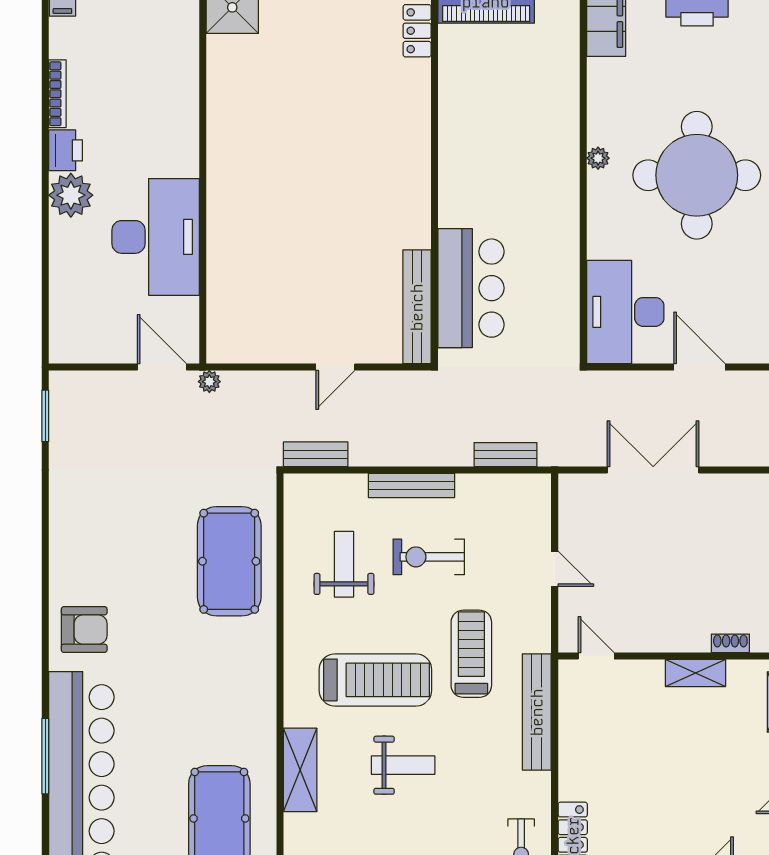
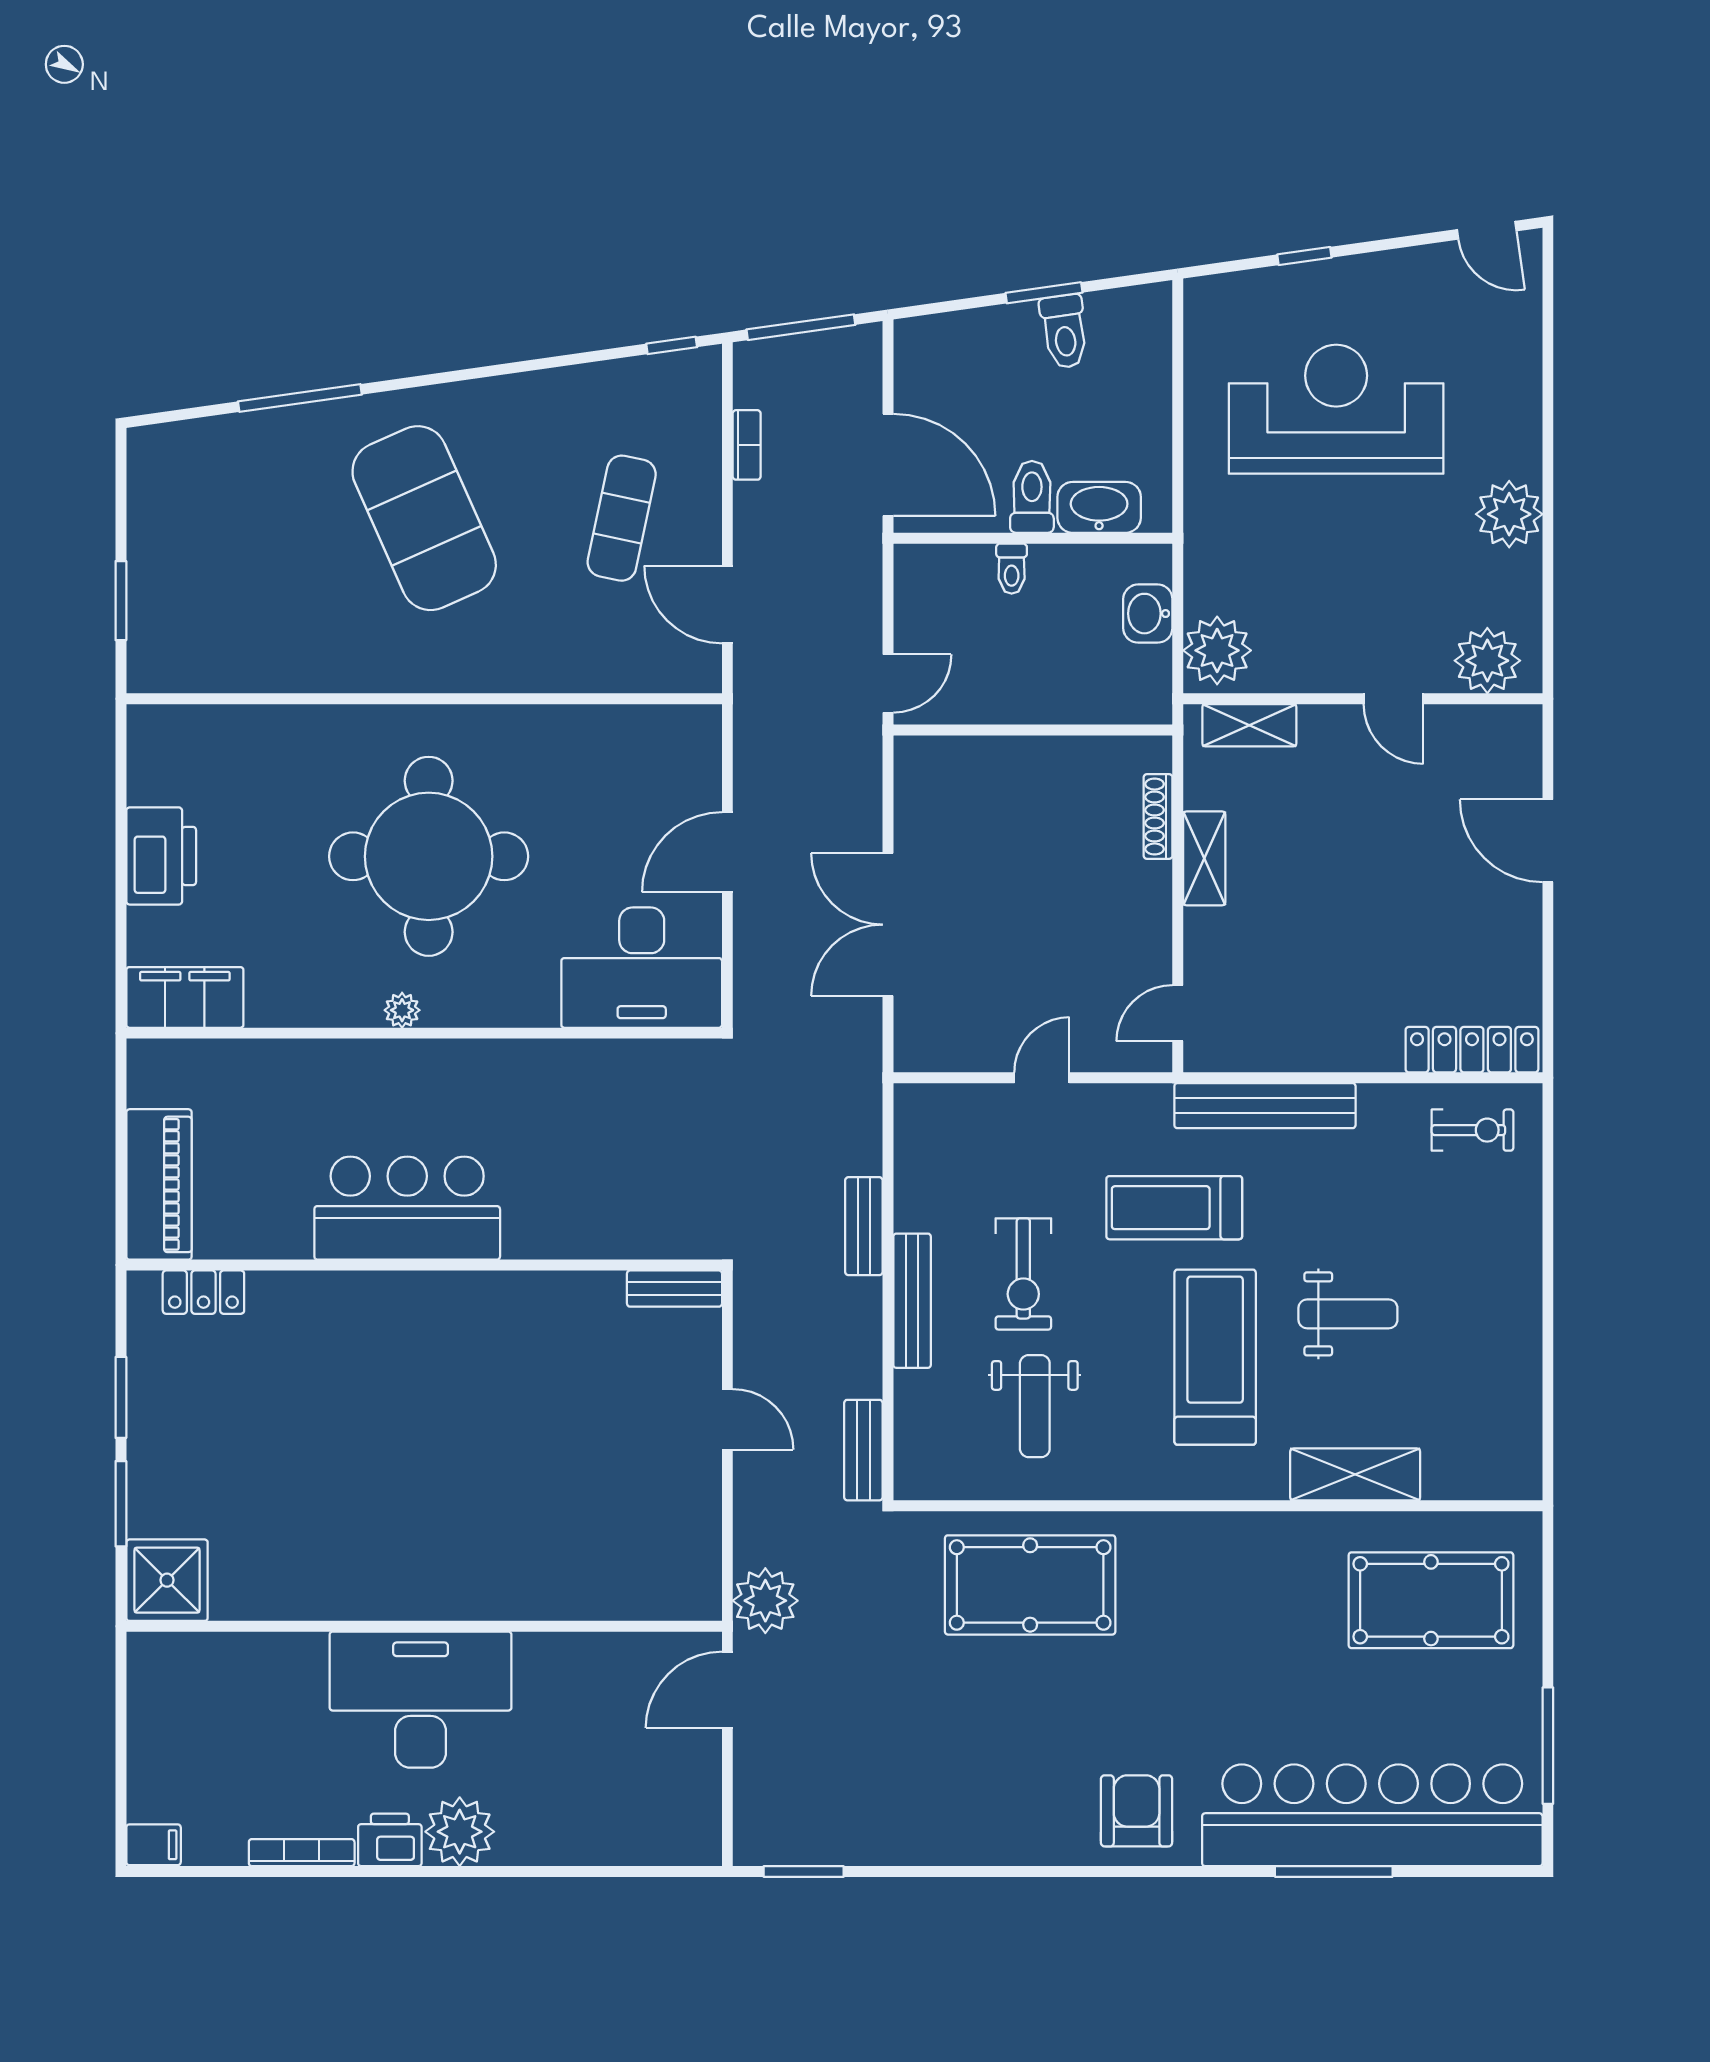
desk: (156, 237) -> (421, 1700), moved
bar counter: (471, 288) -> (407, 1208), moved
bench: (417, 307) -> (675, 1289), width x0.54, depth x0.82
plant: (209, 382) -> (765, 1601), width x1.88, depth x1.88
bench: (506, 455) -> (864, 1226), moved
weight bench: (344, 564) -> (1035, 1406), turned -90
shoe rack: (730, 643) -> (1158, 817), width x1.43
weight bench: (403, 765) -> (1348, 1314), turned 90

